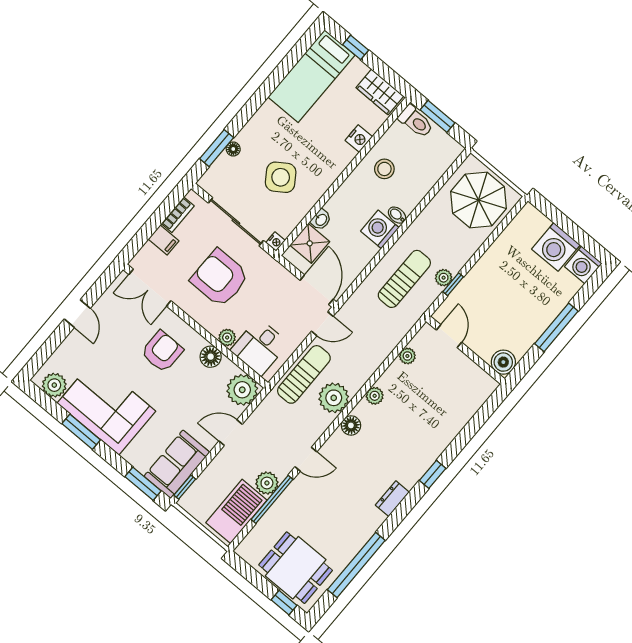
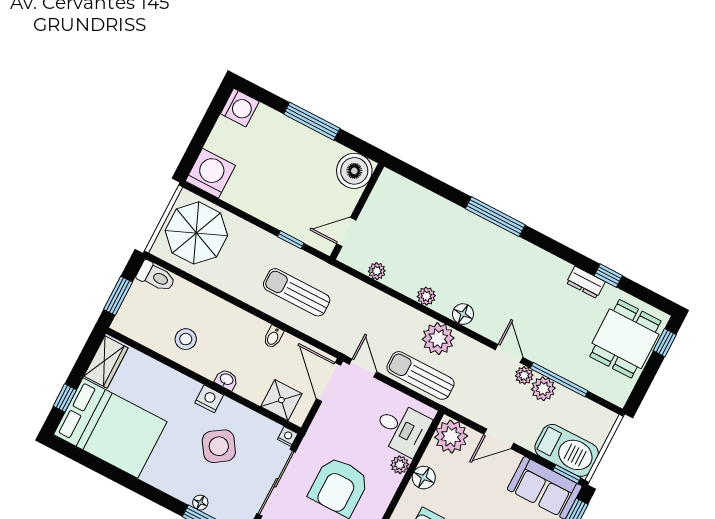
bed: (311, 76) -> (110, 428), width x1.50
toilet: (416, 121) -> (156, 277), moved, turned 90
nightstand: (359, 139) -> (209, 399), moved
bidet: (397, 215) -> (273, 337), moved
washbasin: (321, 220) -> (226, 380), moved
washing machine: (380, 229) -> (250, 330), removed
washing machine: (556, 247) -> (210, 173), moved, turned -90
plant: (444, 278) -> (524, 375), moved
door: (317, 290) -> (329, 382), hinge flipped
boiler: (503, 362) -> (354, 171), width x1.37, depth x1.37
door: (231, 433) -> (499, 439), hinge flipped
window: (433, 474) -> (495, 217), width x2.17
dresser: (392, 499) -> (586, 282), moved
barbecue: (236, 511) -> (567, 450), moved, turned 180
window: (356, 565) -> (608, 276), width x0.32

